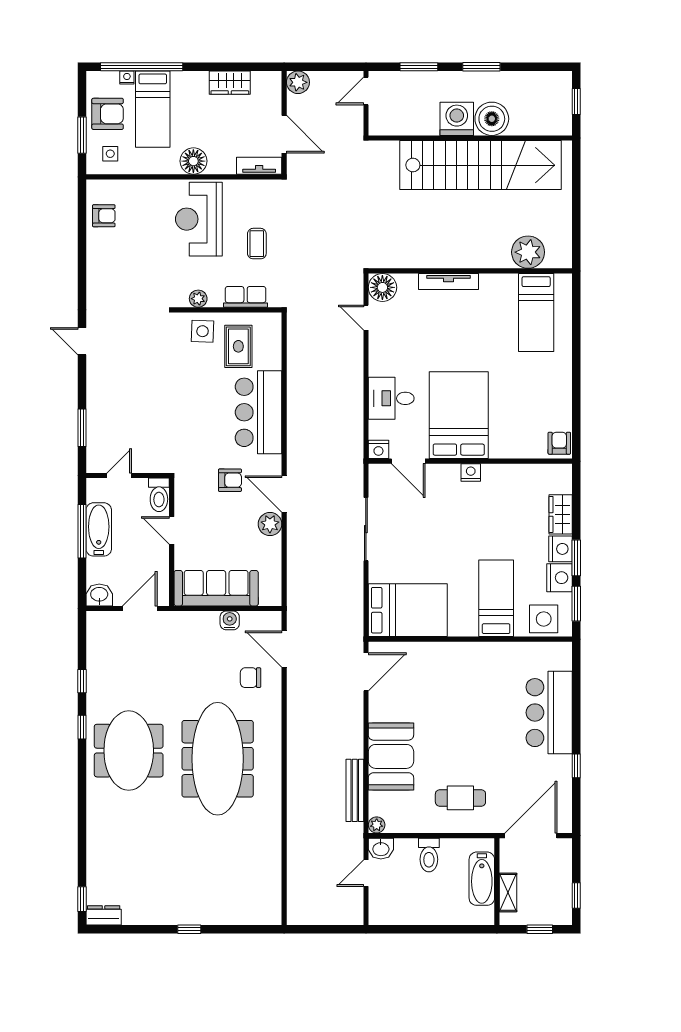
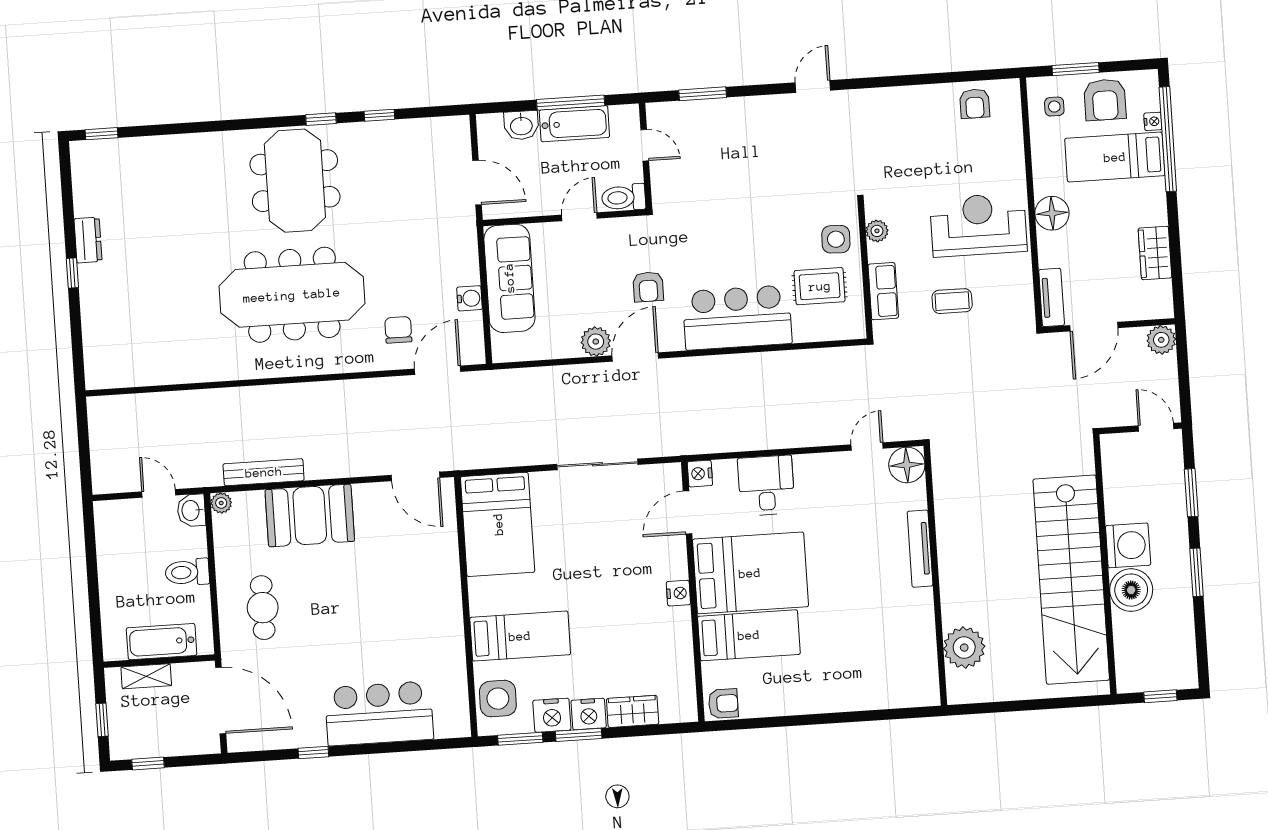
bed: (536, 313) -> (749, 635), moved, turned 180
washbasin: (99, 595) -> (521, 125), moved, turned 90
meeting table: (129, 751) -> (295, 181), turned 90
dresser: (104, 915) -> (88, 240), moved

